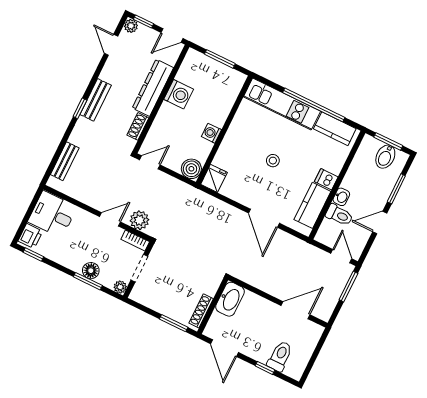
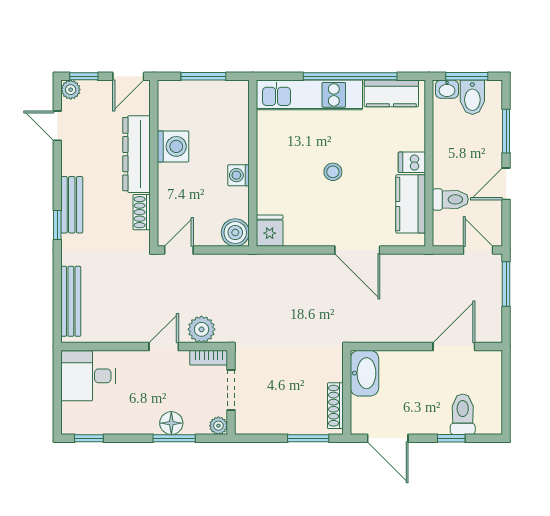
bench: (65, 161) -> (71, 301), width x1.36
washbasin: (341, 197) -> (447, 89), moved, turned 90
printer: (30, 236) -> (74, 417), removed

